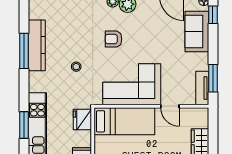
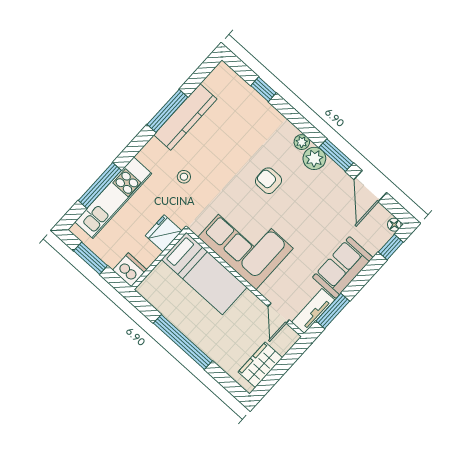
sofa: (197, 31) -> (343, 267), moved
stool: (76, 67) -> (184, 177), moved
door: (170, 106) -> (279, 313), moved
window: (24, 125) -> (100, 185), width x1.44

